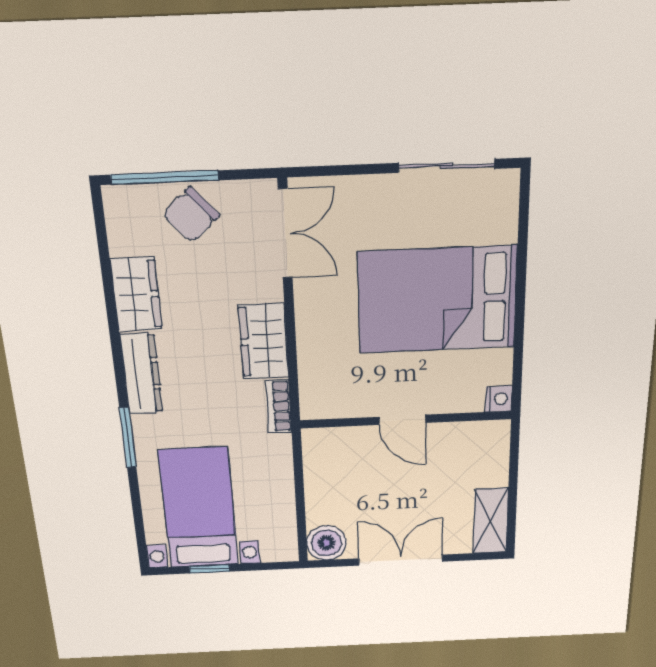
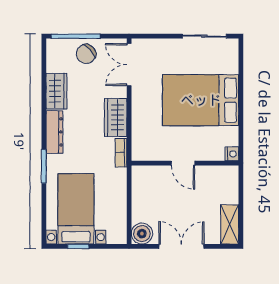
double door: (285, 234) -> (129, 65), swing flipped

